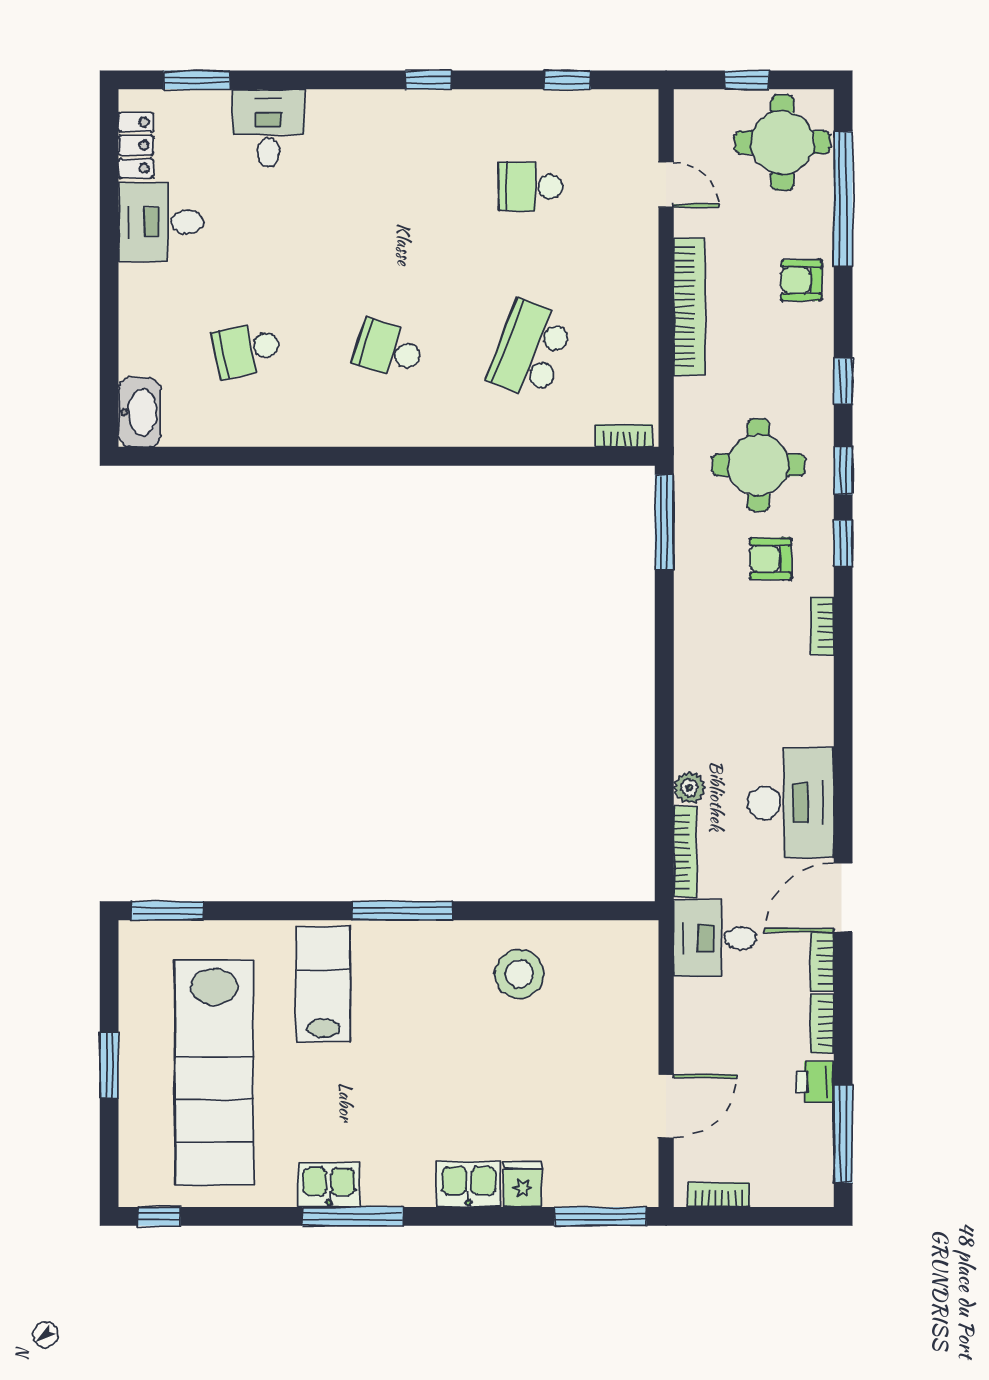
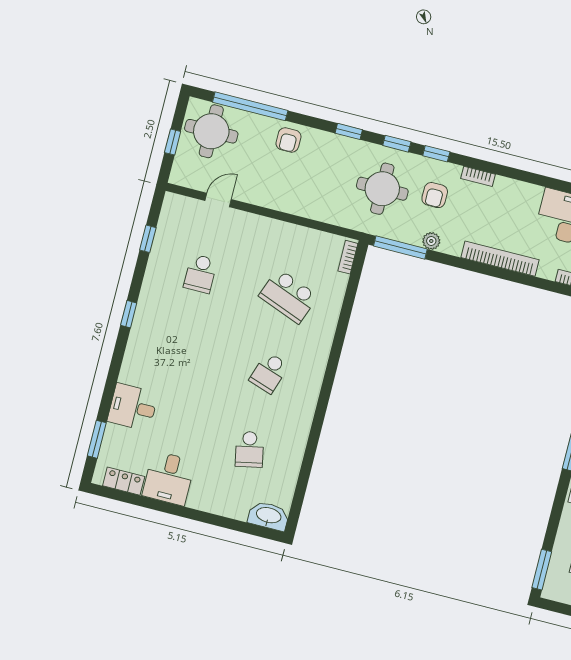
bookcase: (689, 306) -> (500, 259), moved
plant: (689, 788) -> (431, 241), moved

